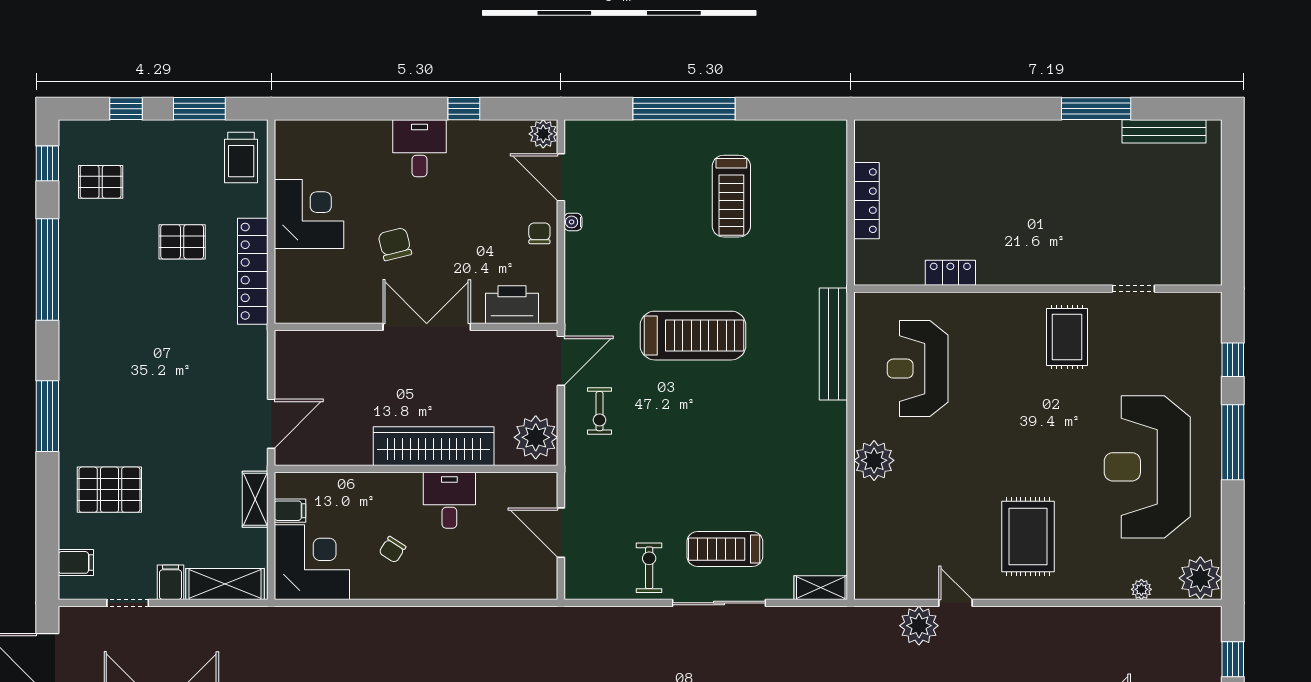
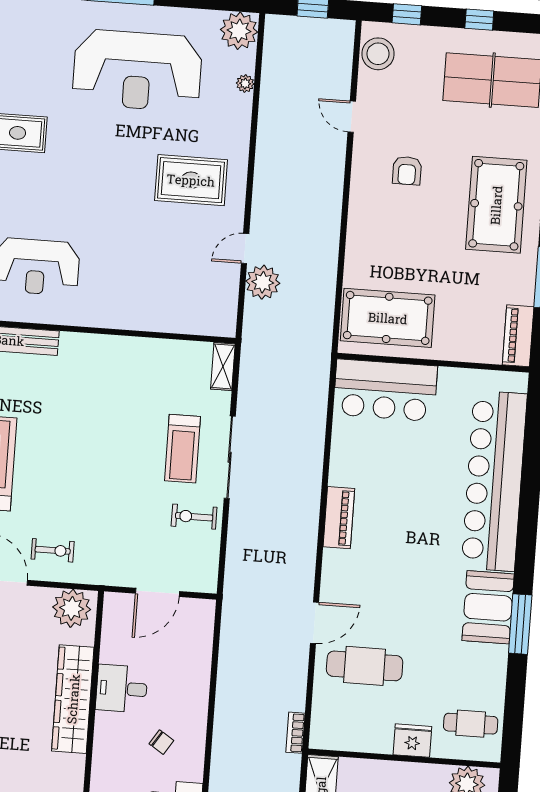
plant: (874, 460) -> (114, 311), removed

